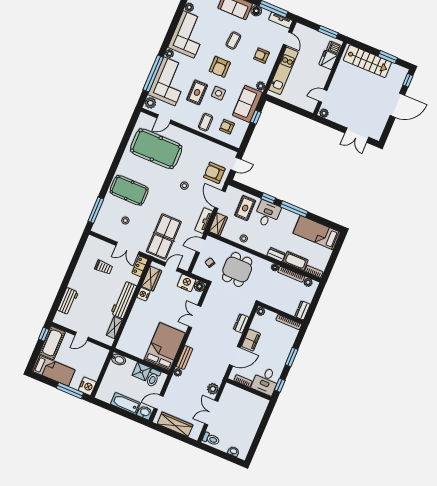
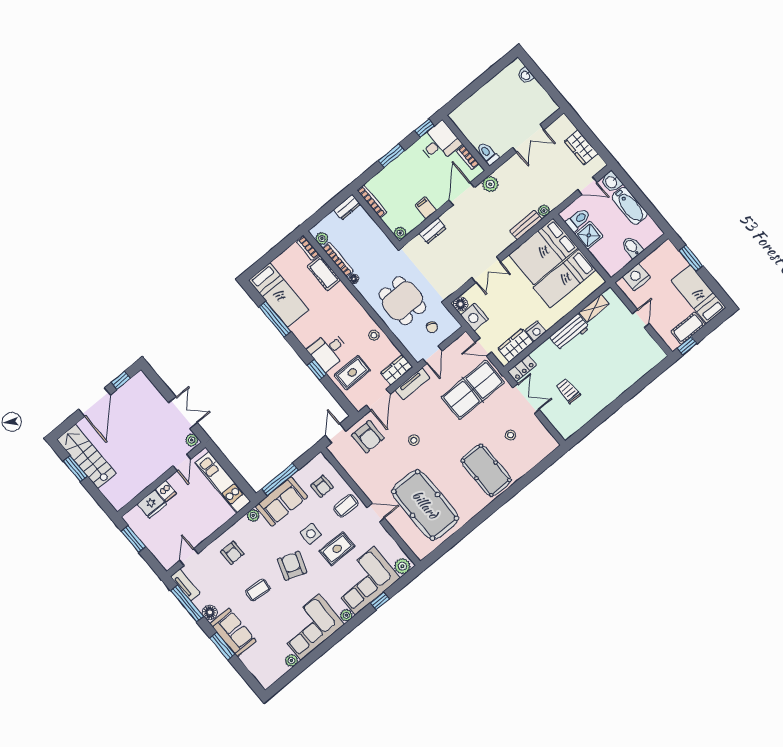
dishwasher: (334, 48) -> (166, 491), moved
stairs: (367, 61) -> (86, 456), moved
armchair: (220, 67) -> (292, 566), turned -71
kitchen unit: (283, 71) -> (223, 482), moved, turned -90
window: (153, 74) -> (380, 601), width x0.32
window: (408, 80) -> (121, 380), moved
door: (323, 96) -> (182, 463), hinge flipped
door: (397, 105) -> (95, 402), swing flipped
window: (256, 117) -> (280, 480), width x2.17
door: (164, 119) -> (376, 513), moved
double door: (357, 135) -> (183, 413), moved
door: (236, 164) -> (336, 433), hinge flipped
window: (294, 209) -> (275, 319), moved
window: (96, 210) -> (541, 467), removed
door: (201, 245) -> (432, 355), hinge flipped
dresser: (276, 255) -> (344, 294), removed
dining table: (237, 270) -> (402, 301), turned 90
workbench: (124, 300) -> (570, 332), width x0.73
workbench: (68, 301) -> (635, 372), removed
door: (82, 336) -> (641, 319), hinge flipped
bed: (143, 336) -> (565, 279), added
filing cabinet: (251, 340) -> (426, 208), width x0.50
cot: (52, 343) -> (688, 328), width x0.73, depth x0.75
door: (235, 356) -> (462, 194), hinge flipped
bidet: (118, 359) -> (632, 247), moved
nightstand: (87, 386) -> (636, 277), moved
plant: (213, 389) -> (490, 184), moved
window: (70, 391) -> (691, 258), width x0.69
wardrobe: (175, 424) -> (581, 147), width x0.67
toilet: (211, 439) -> (488, 154), moved

